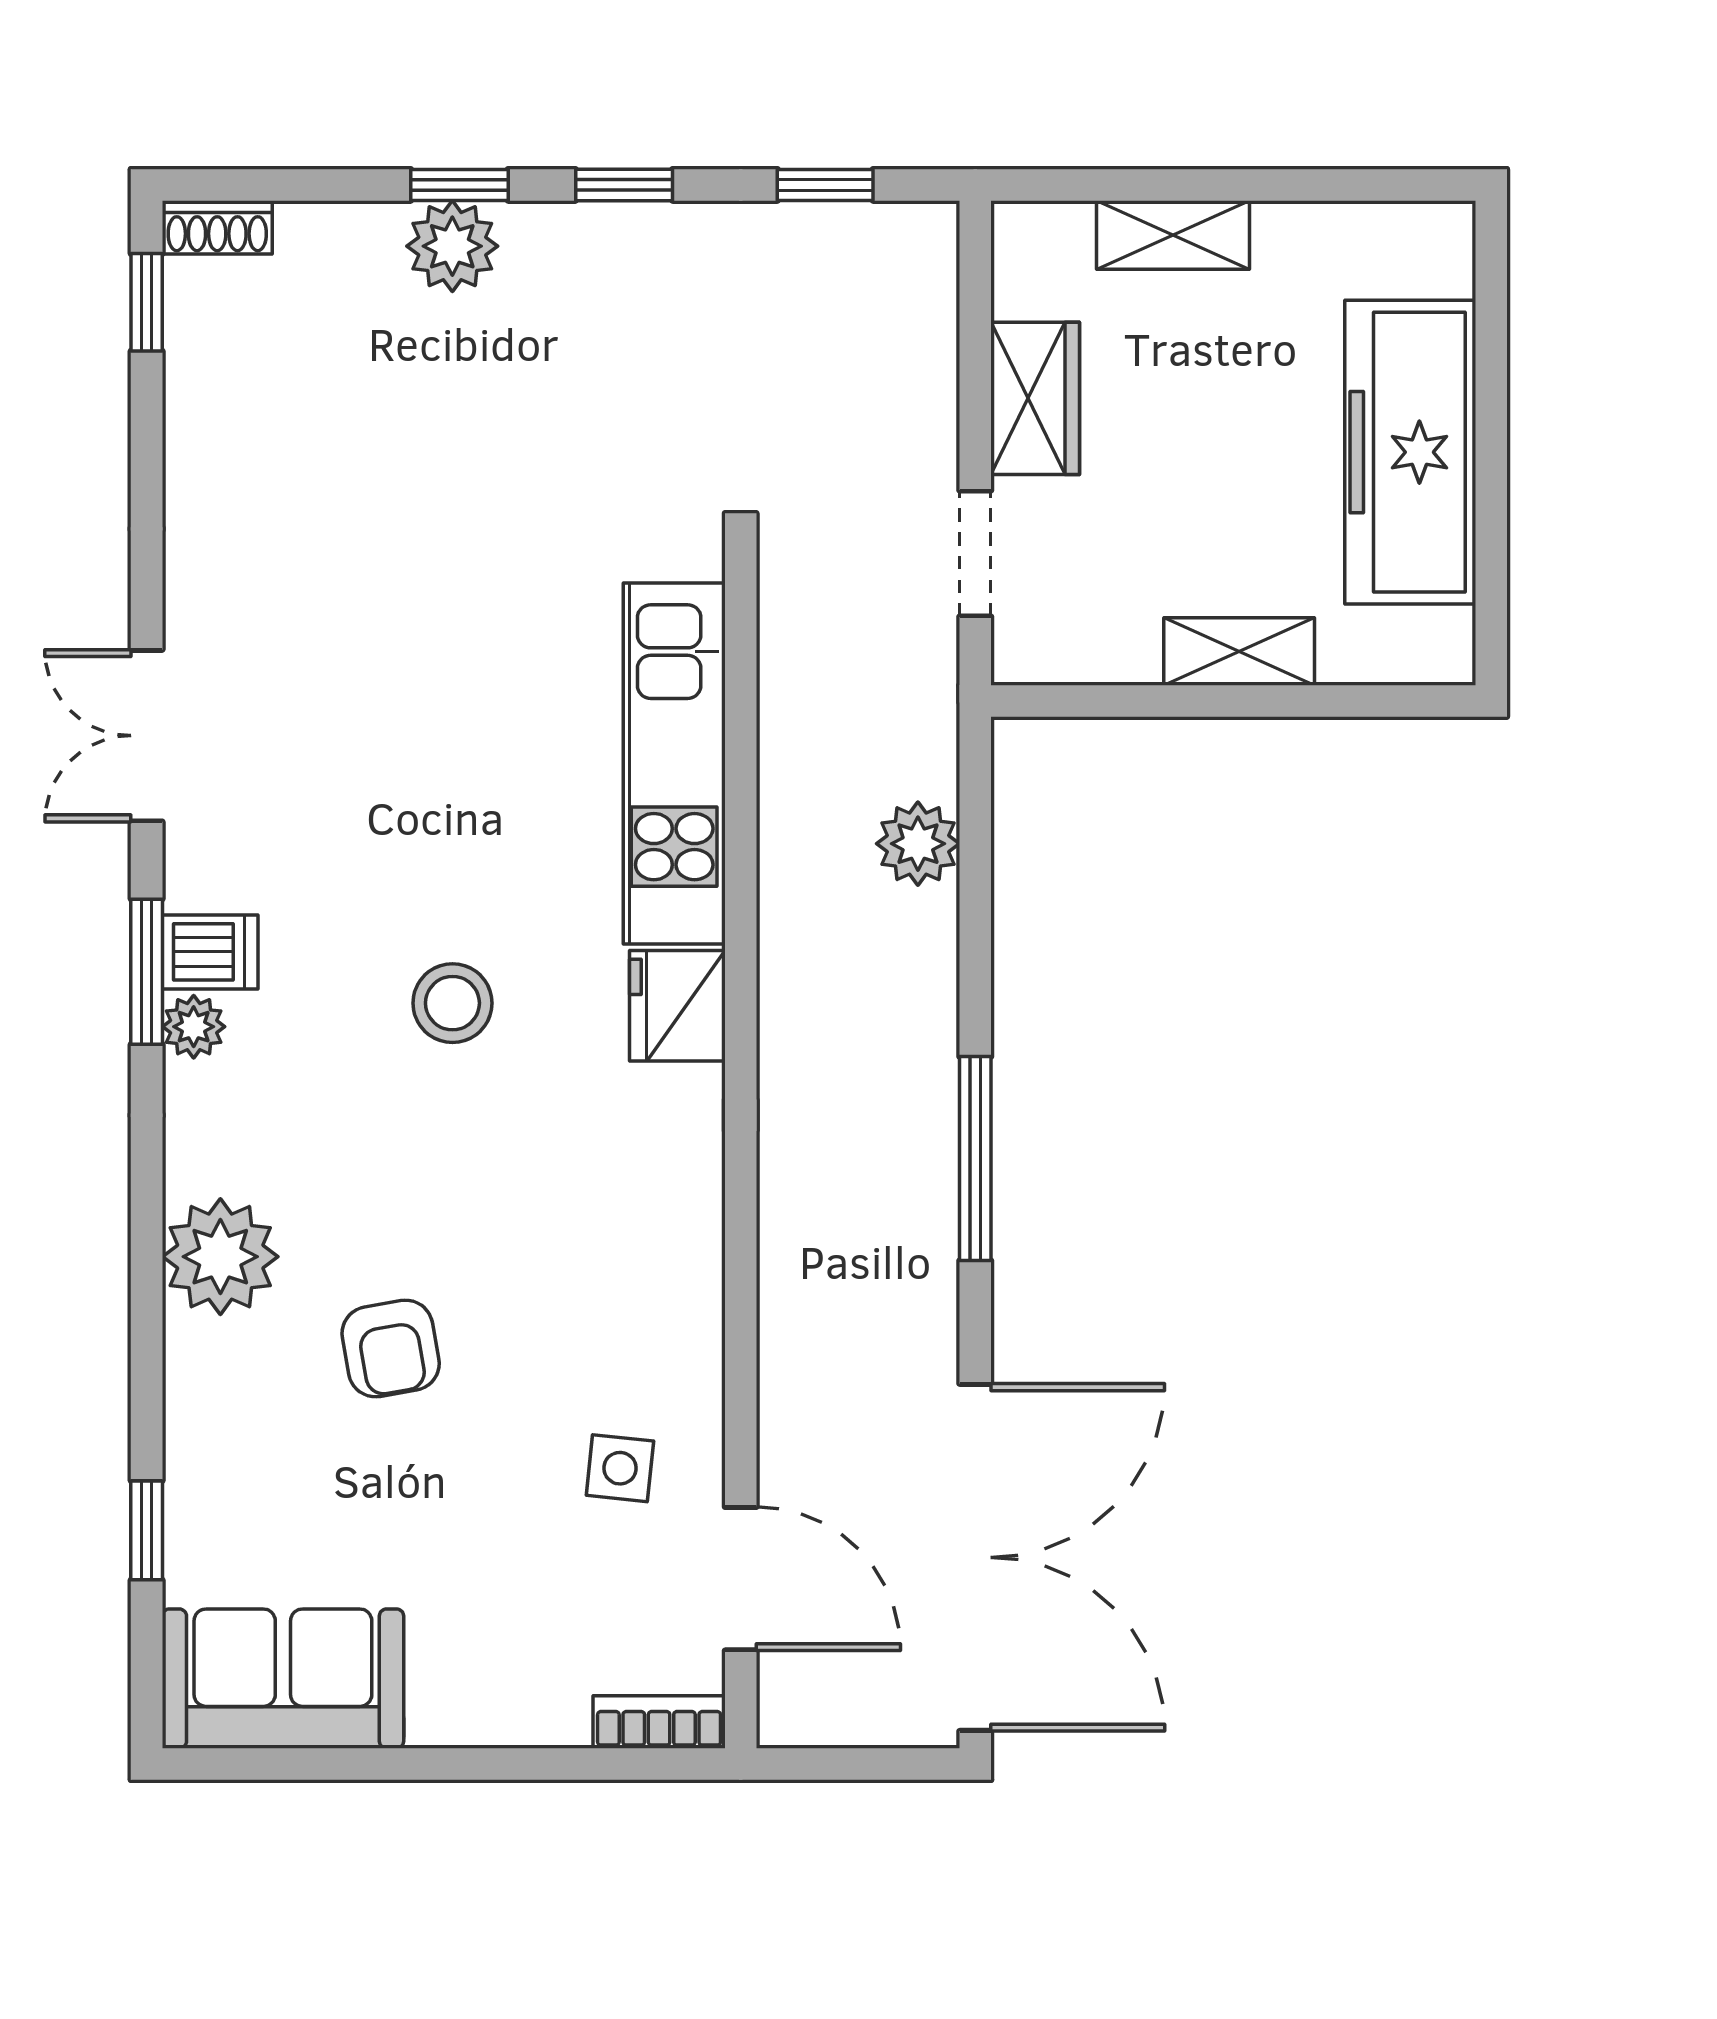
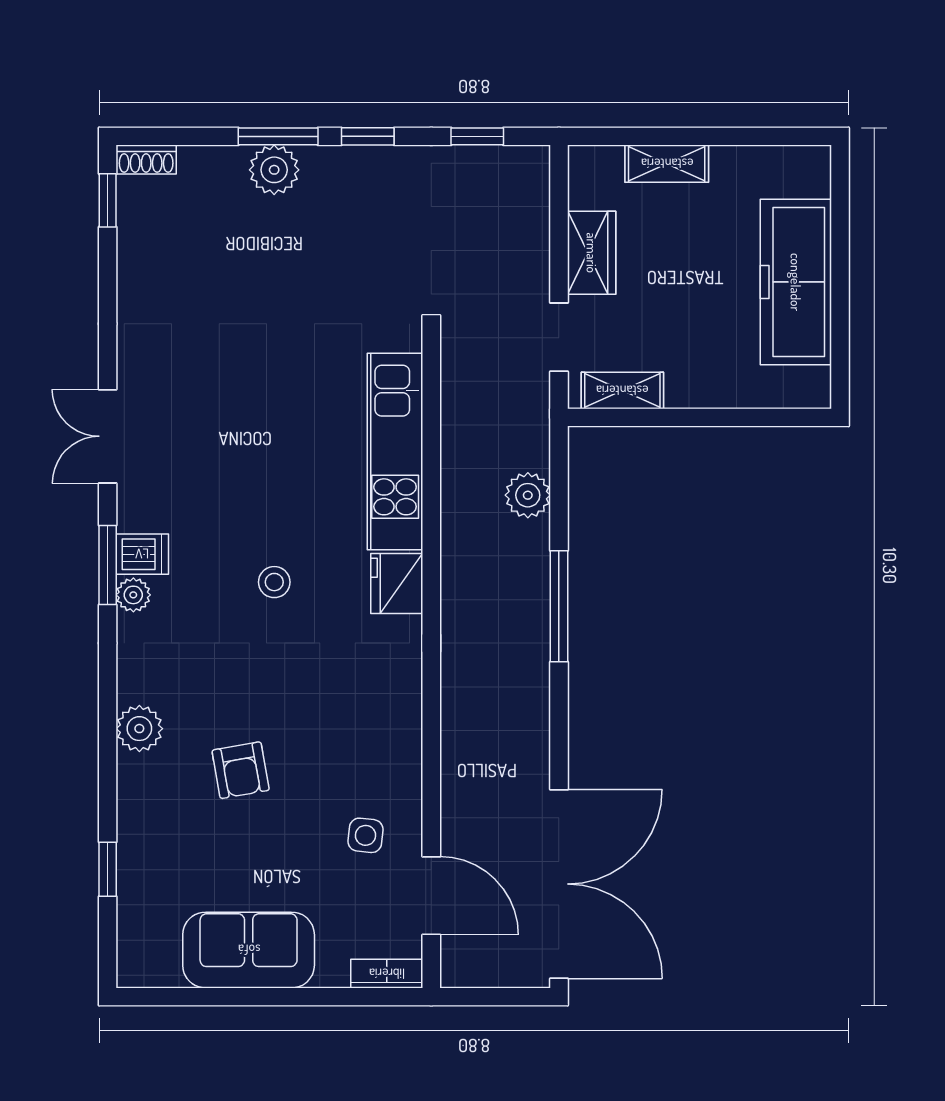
window: (459, 185) -> (278, 136), width x1.50
shelving: (1239, 651) -> (622, 391), moved
stool: (452, 1003) -> (274, 582), width x0.73, depth x0.73
window: (975, 1159) -> (559, 606), moved
plant: (220, 1257) -> (139, 729), width x0.73, depth x0.73
sofa: (283, 1679) -> (249, 950), moved

